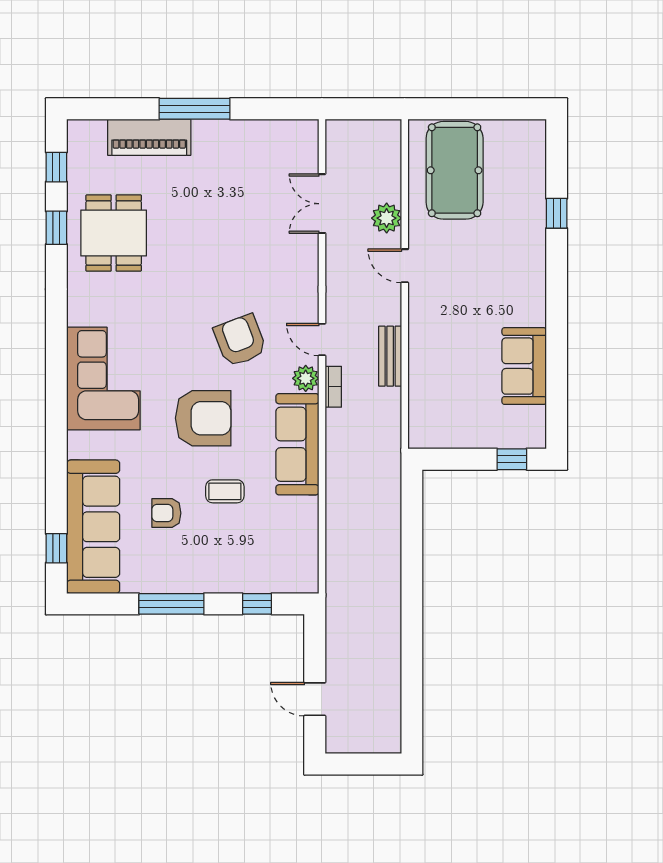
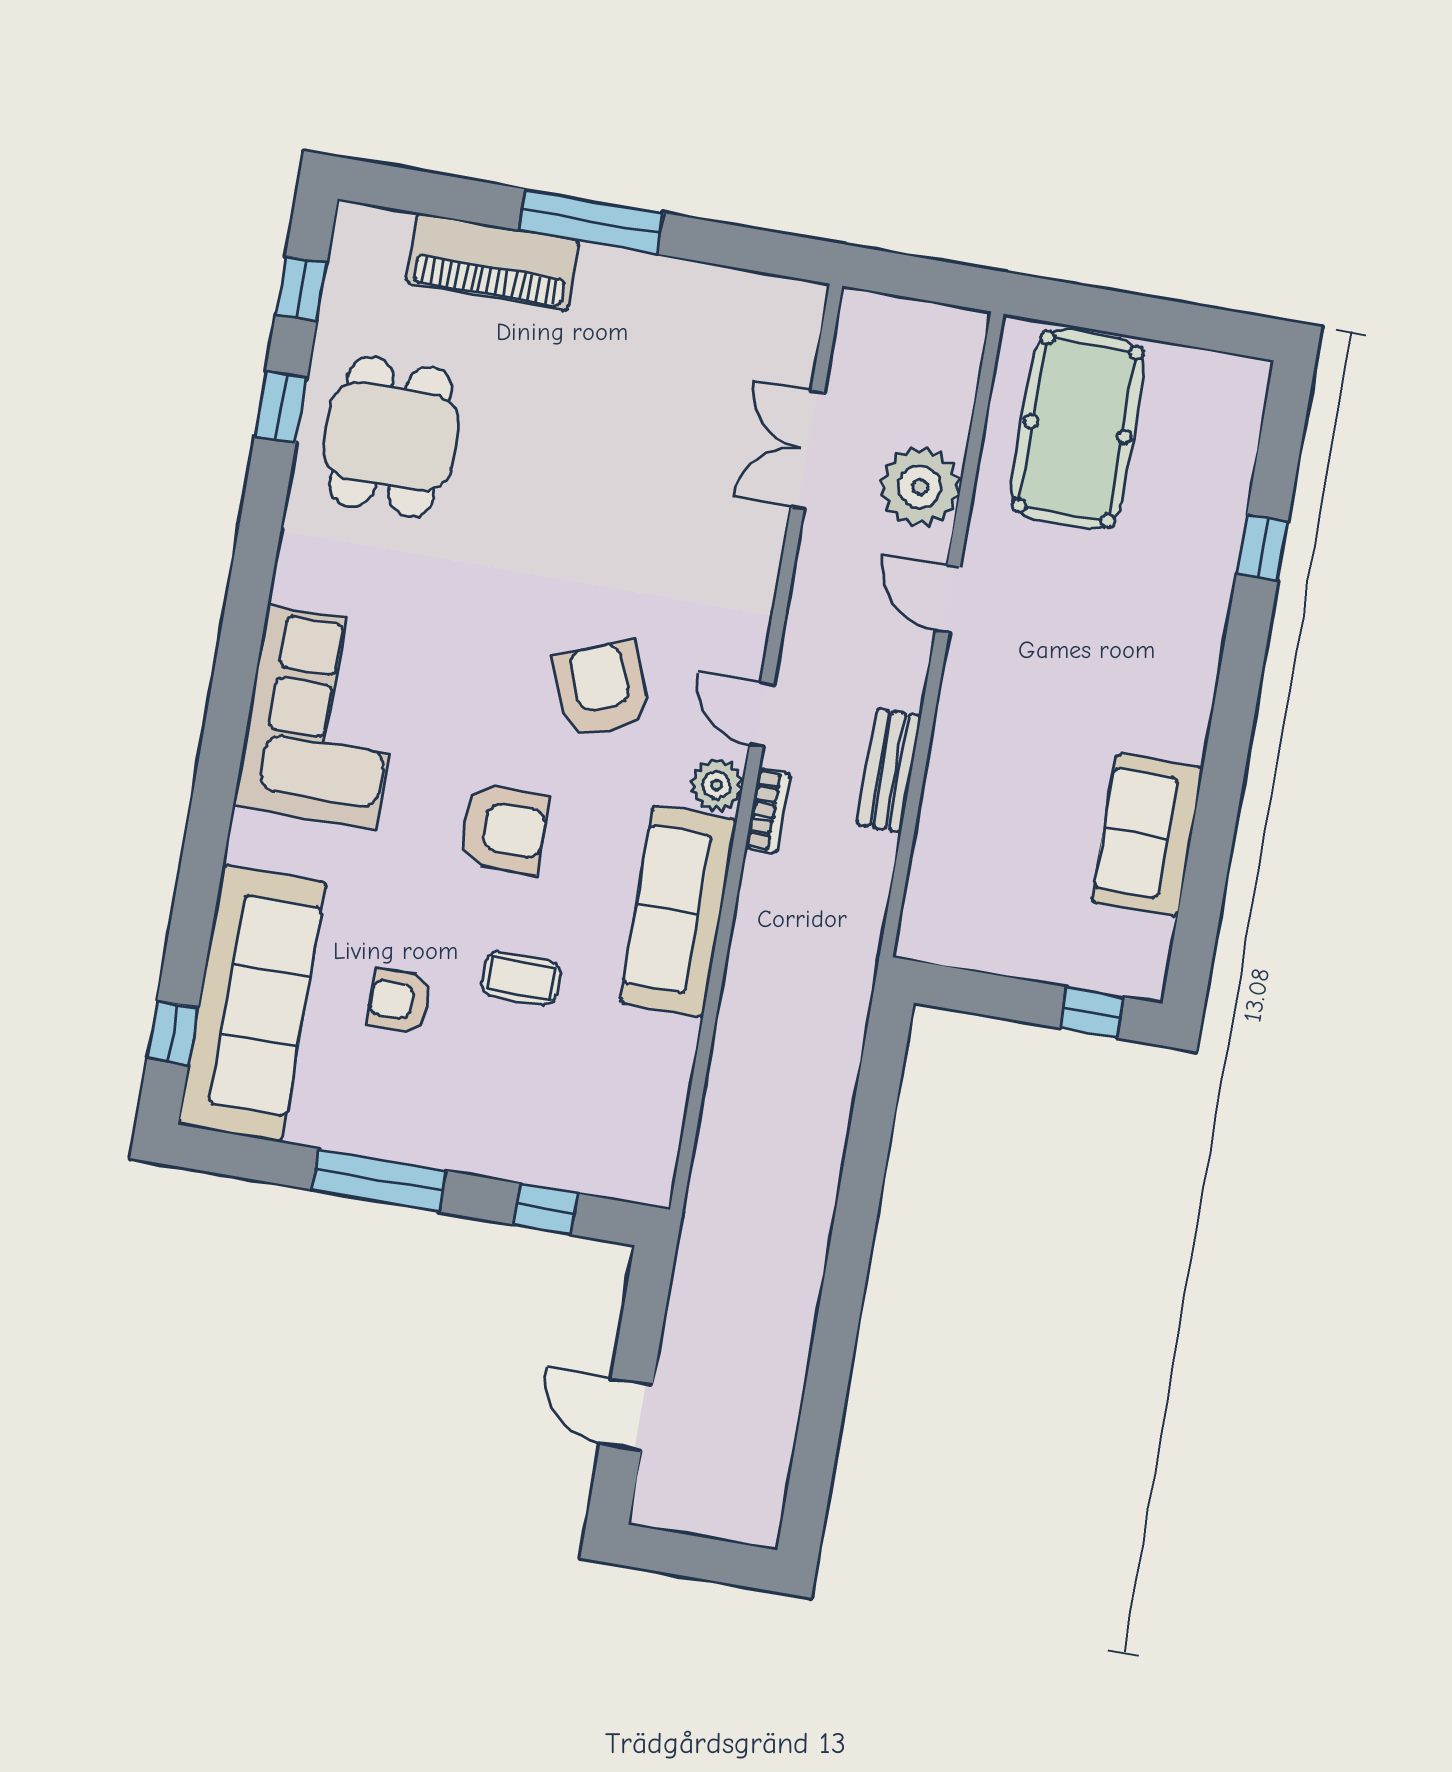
plant: (387, 218) -> (920, 487), width x1.36, depth x1.36
armchair: (203, 418) -> (503, 828), width x0.73, depth x0.73

